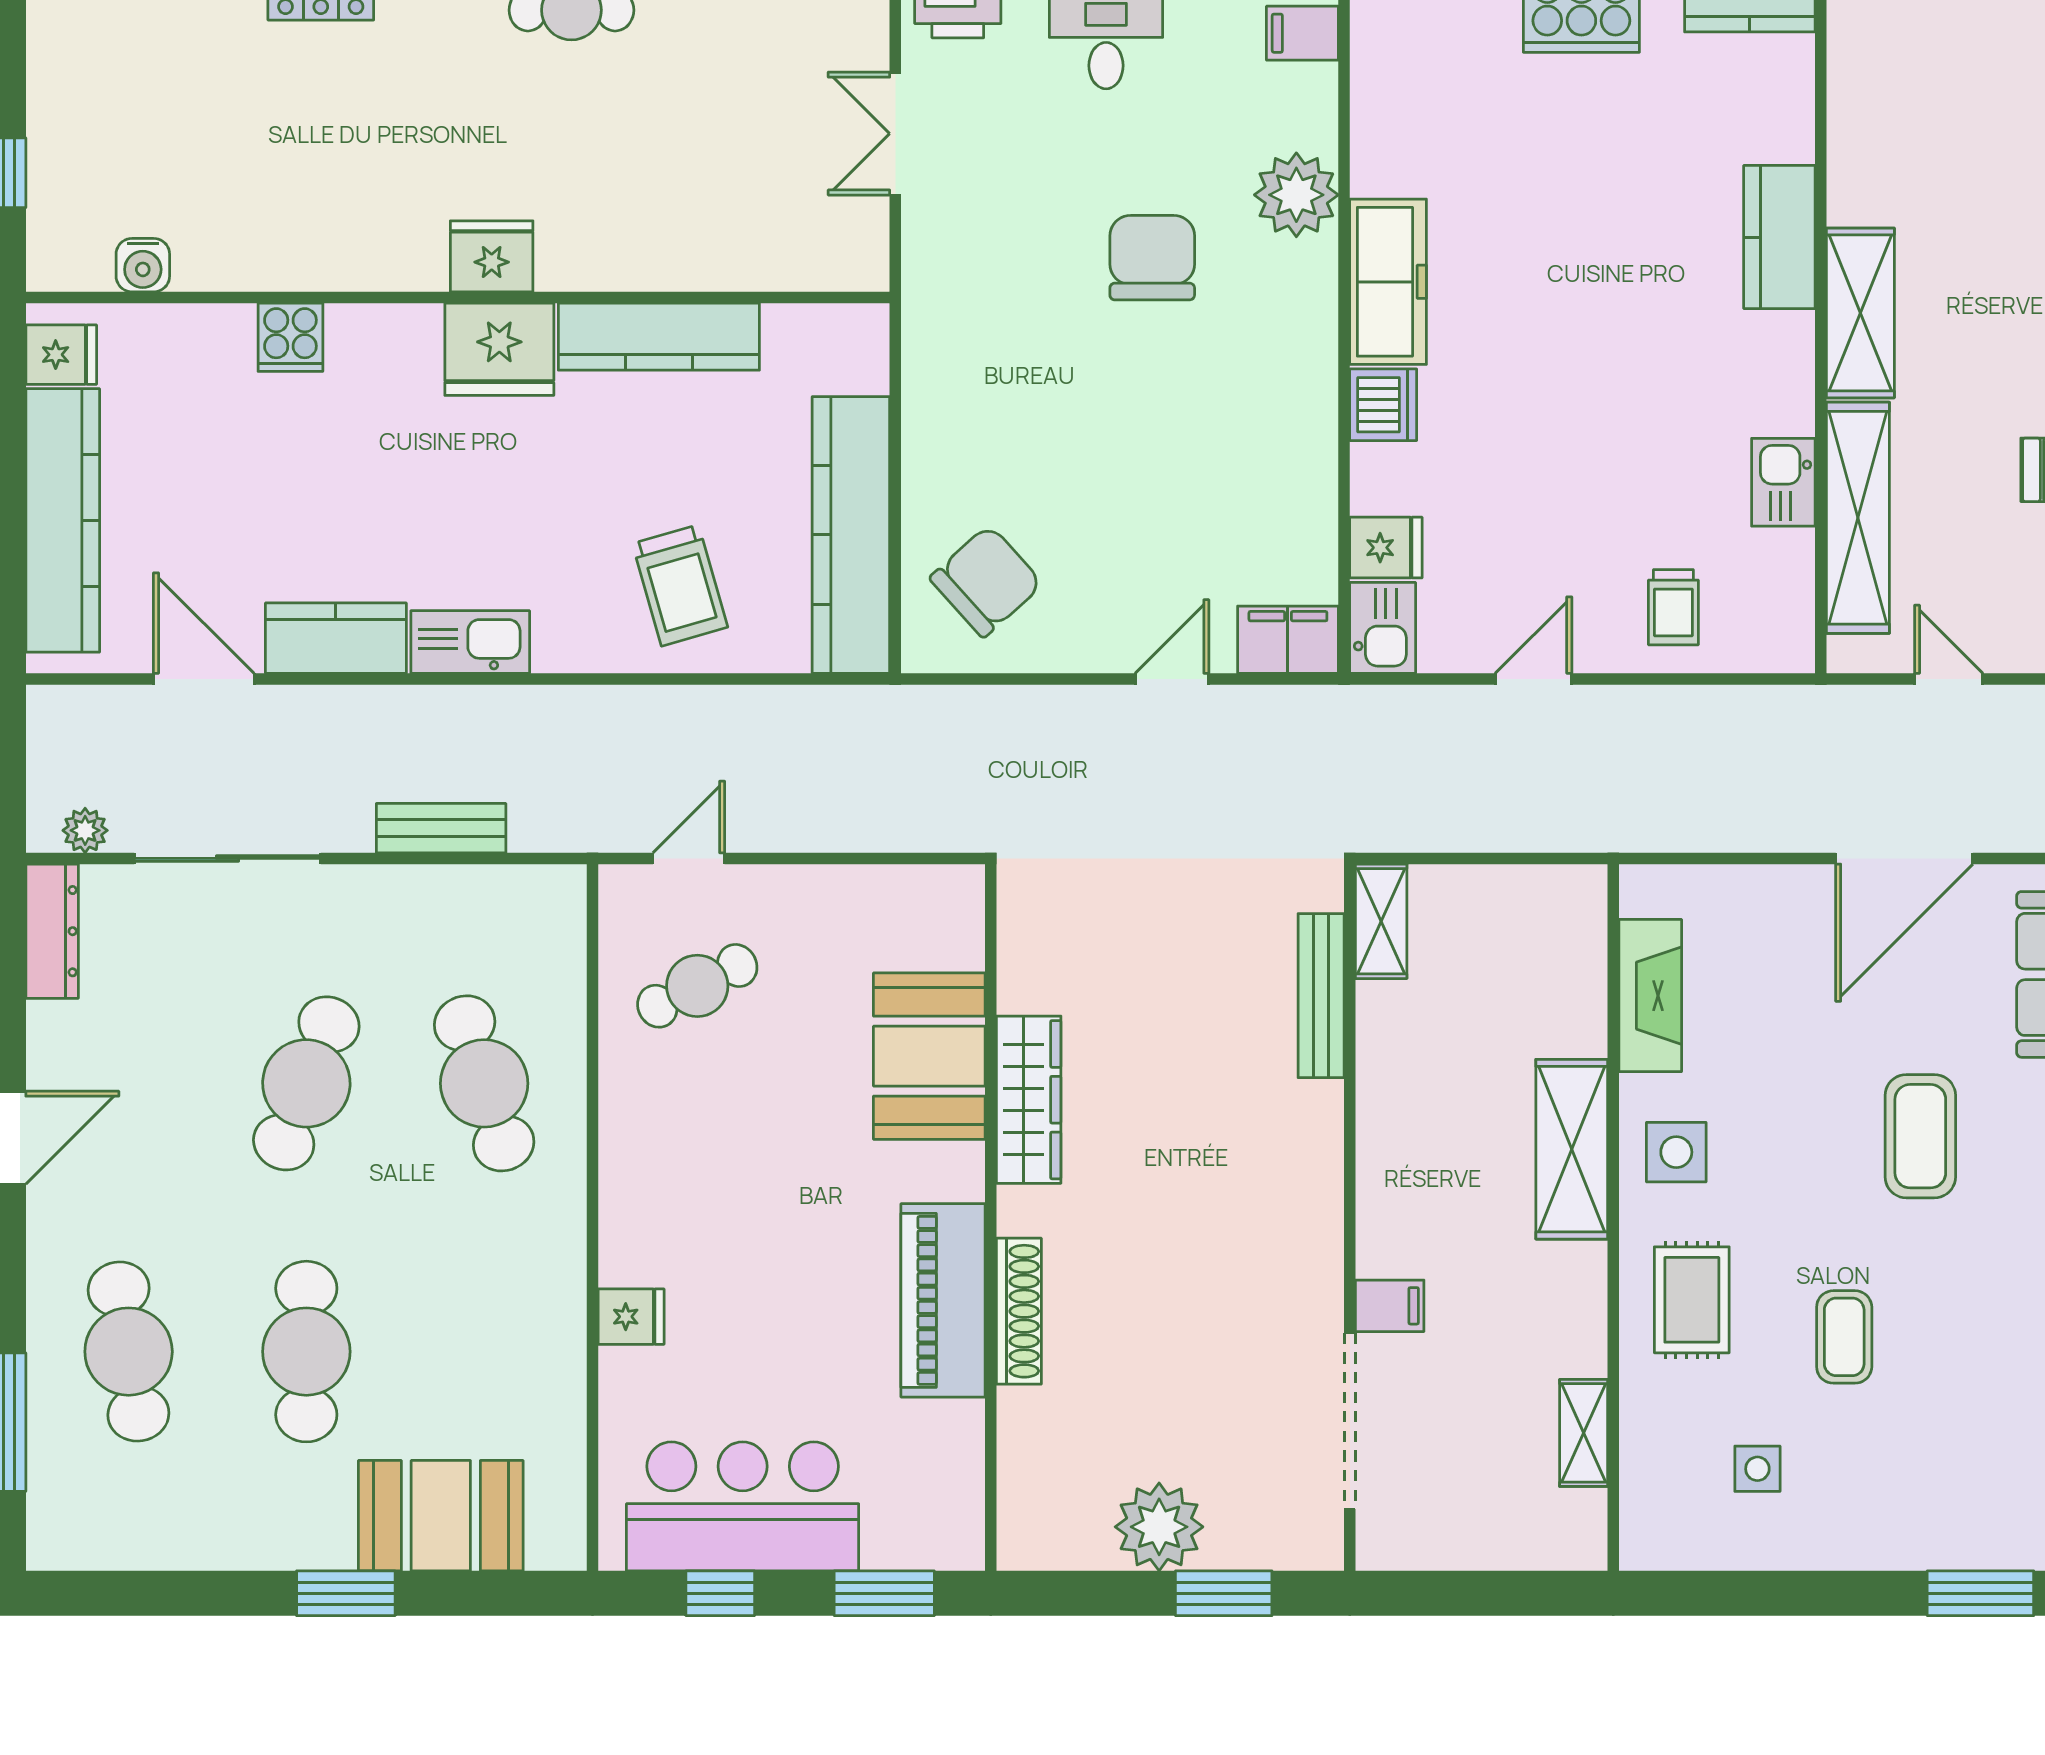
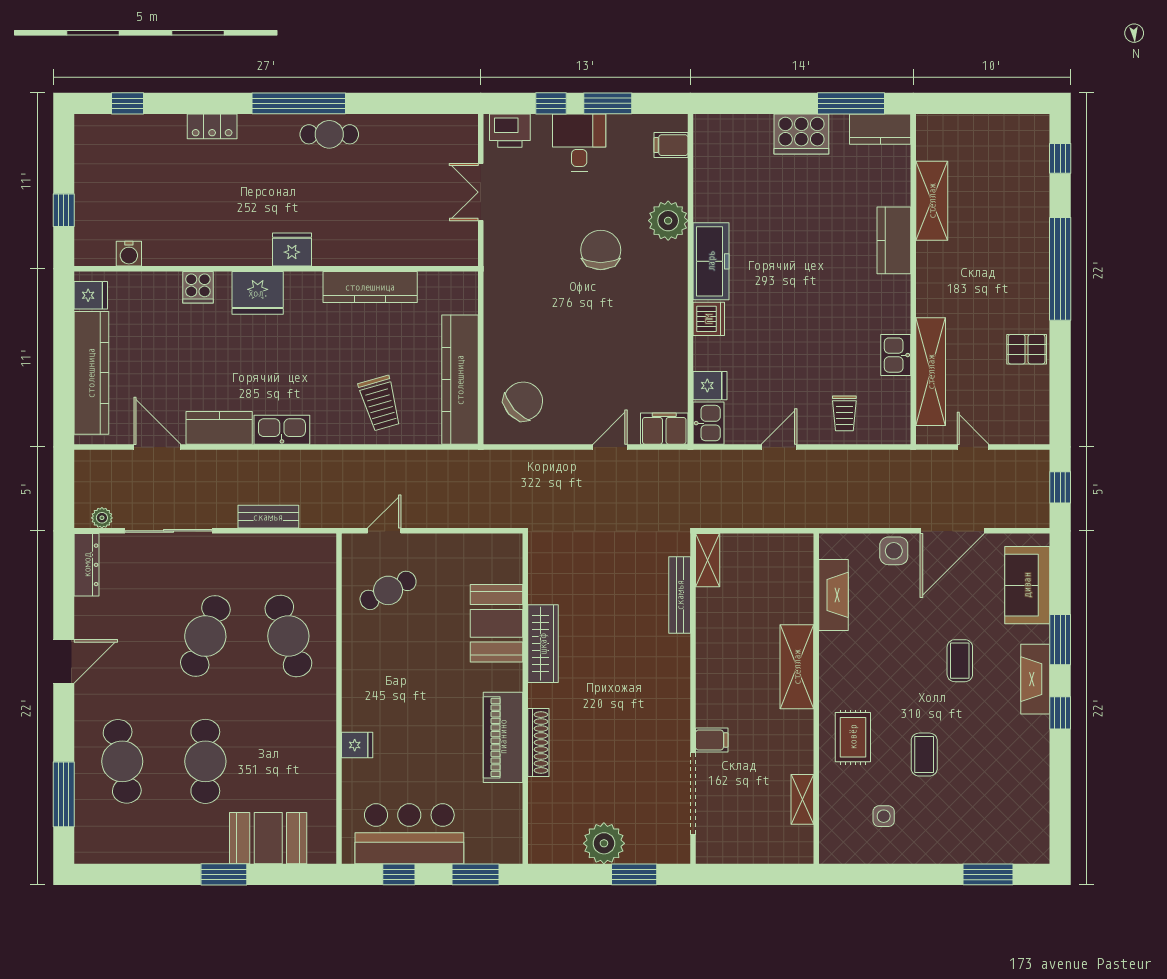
shelving: (1860, 313) -> (932, 201), moved
fridge: (499, 349) -> (258, 293), moved
coffee table: (1920, 1136) -> (960, 661), width x0.73, depth x0.77
side table: (1676, 1152) -> (894, 551), moved

